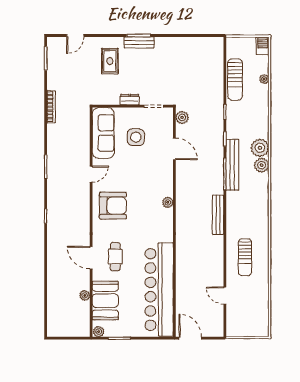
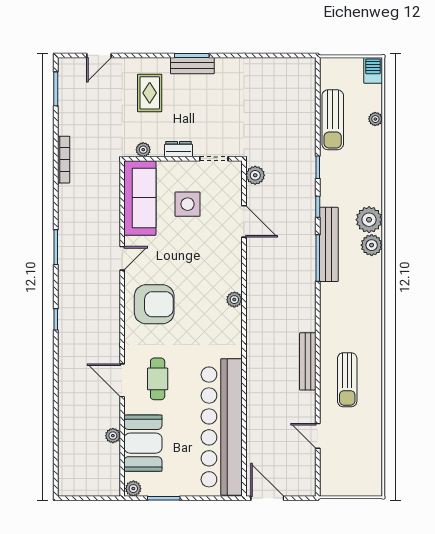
plant: (105, 100) -> (143, 150), added
bench: (218, 215) -> (308, 361), moved

